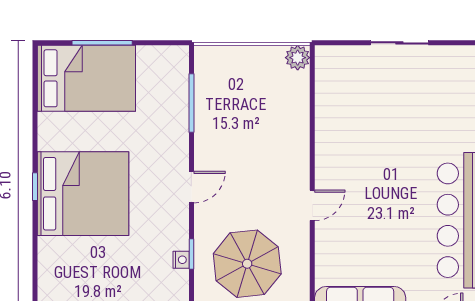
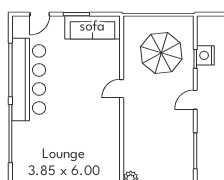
nightstand: (181, 260) -> (205, 55), width x1.89, depth x1.79

